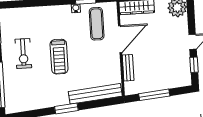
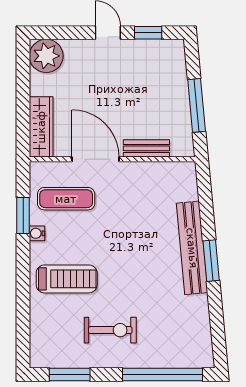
treadmill: (59, 57) -> (67, 279), moved
bench: (95, 94) -> (192, 248), moved

